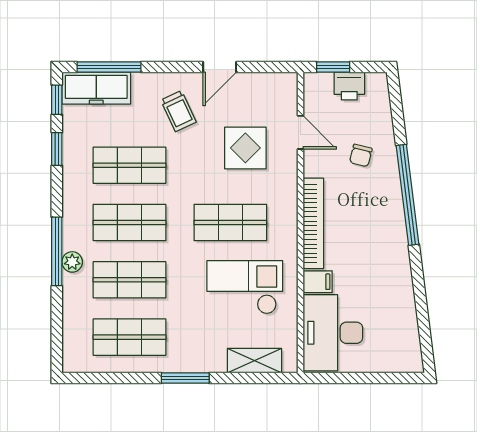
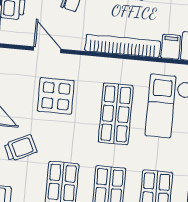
door: (300, 132) -> (47, 50), hinge flipped

